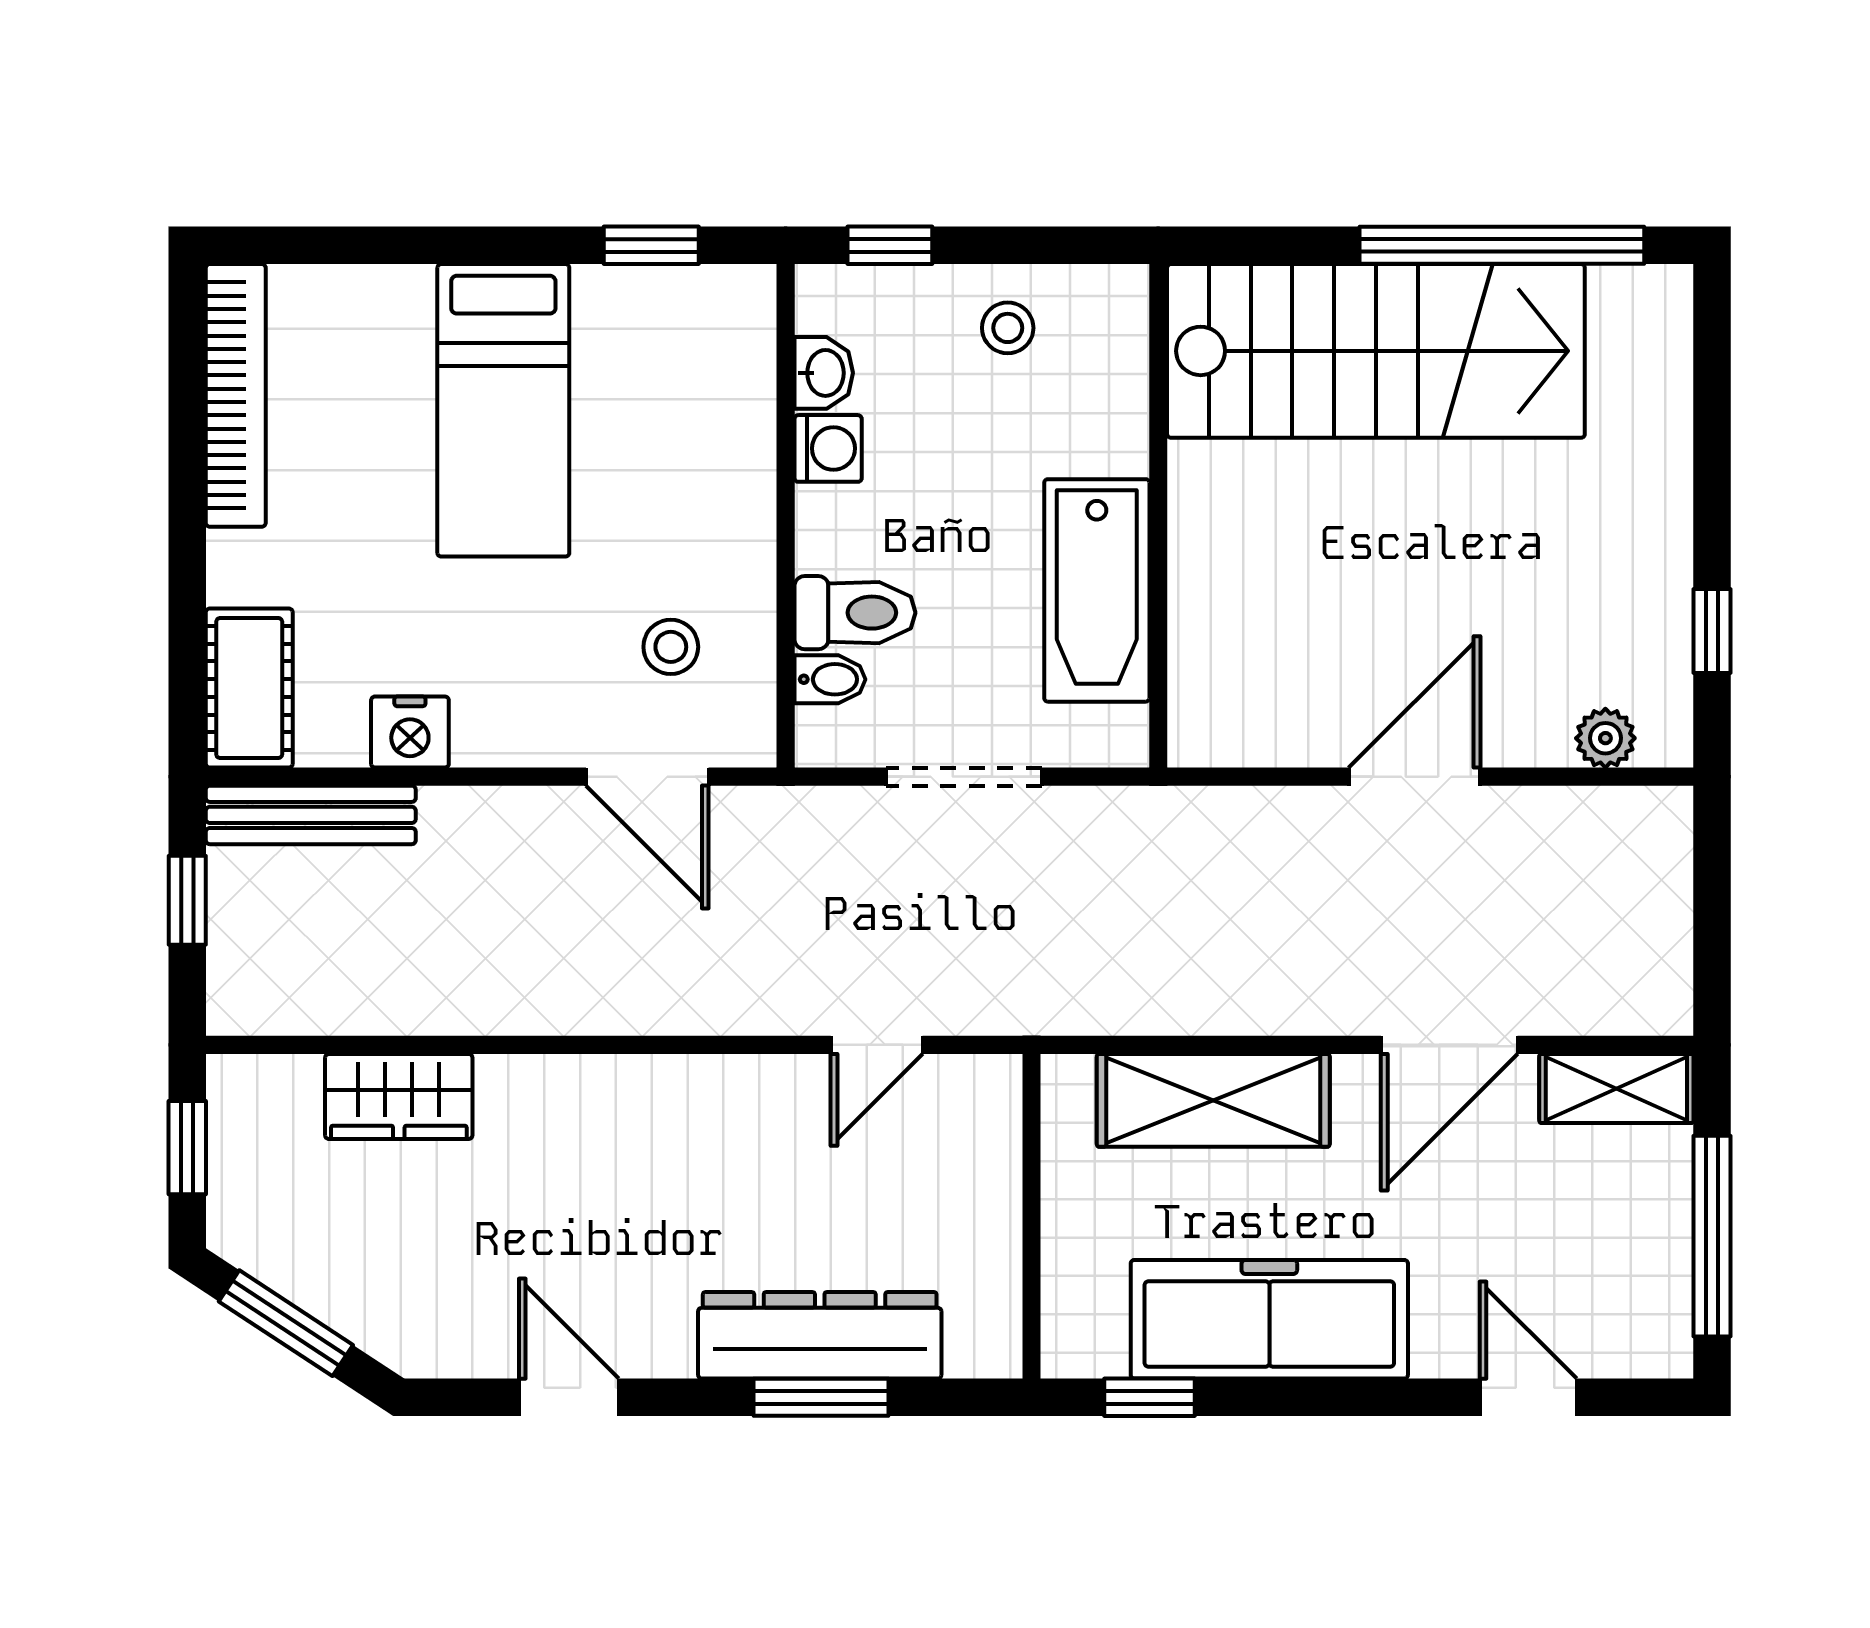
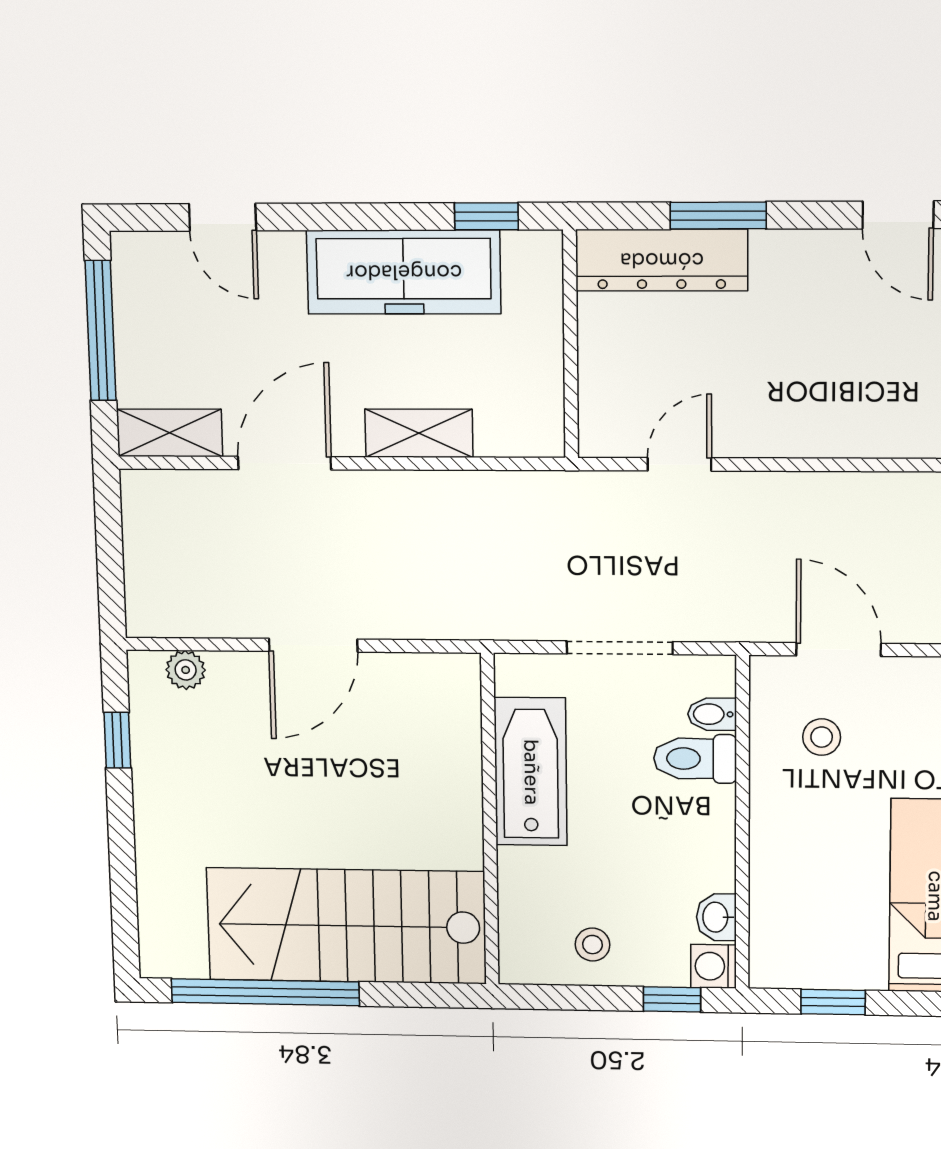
washing machine: (828, 448) -> (714, 966), moved
shelving: (1213, 1100) -> (419, 433), width x0.67, depth x0.75
dresser: (820, 1335) -> (662, 260), moved

